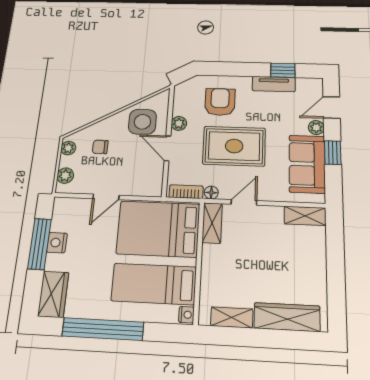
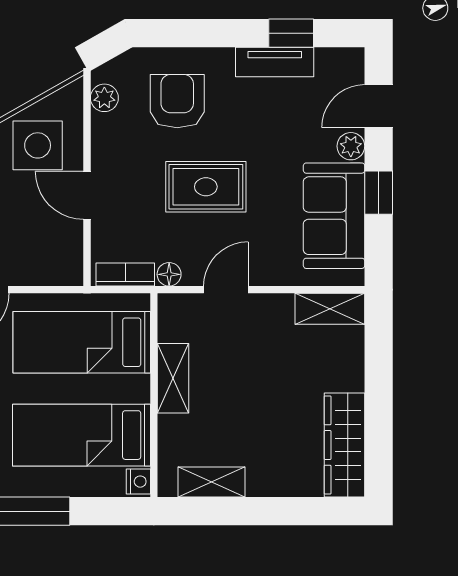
plant: (179, 123) -> (104, 98), moved
rug: (234, 146) -> (206, 187), width x0.73, depth x0.70
shelving: (212, 223) -> (173, 378), moved
bed: (158, 229) -> (82, 342), width x0.67
wardrobe: (287, 317) -> (345, 445), moved, turned -90

